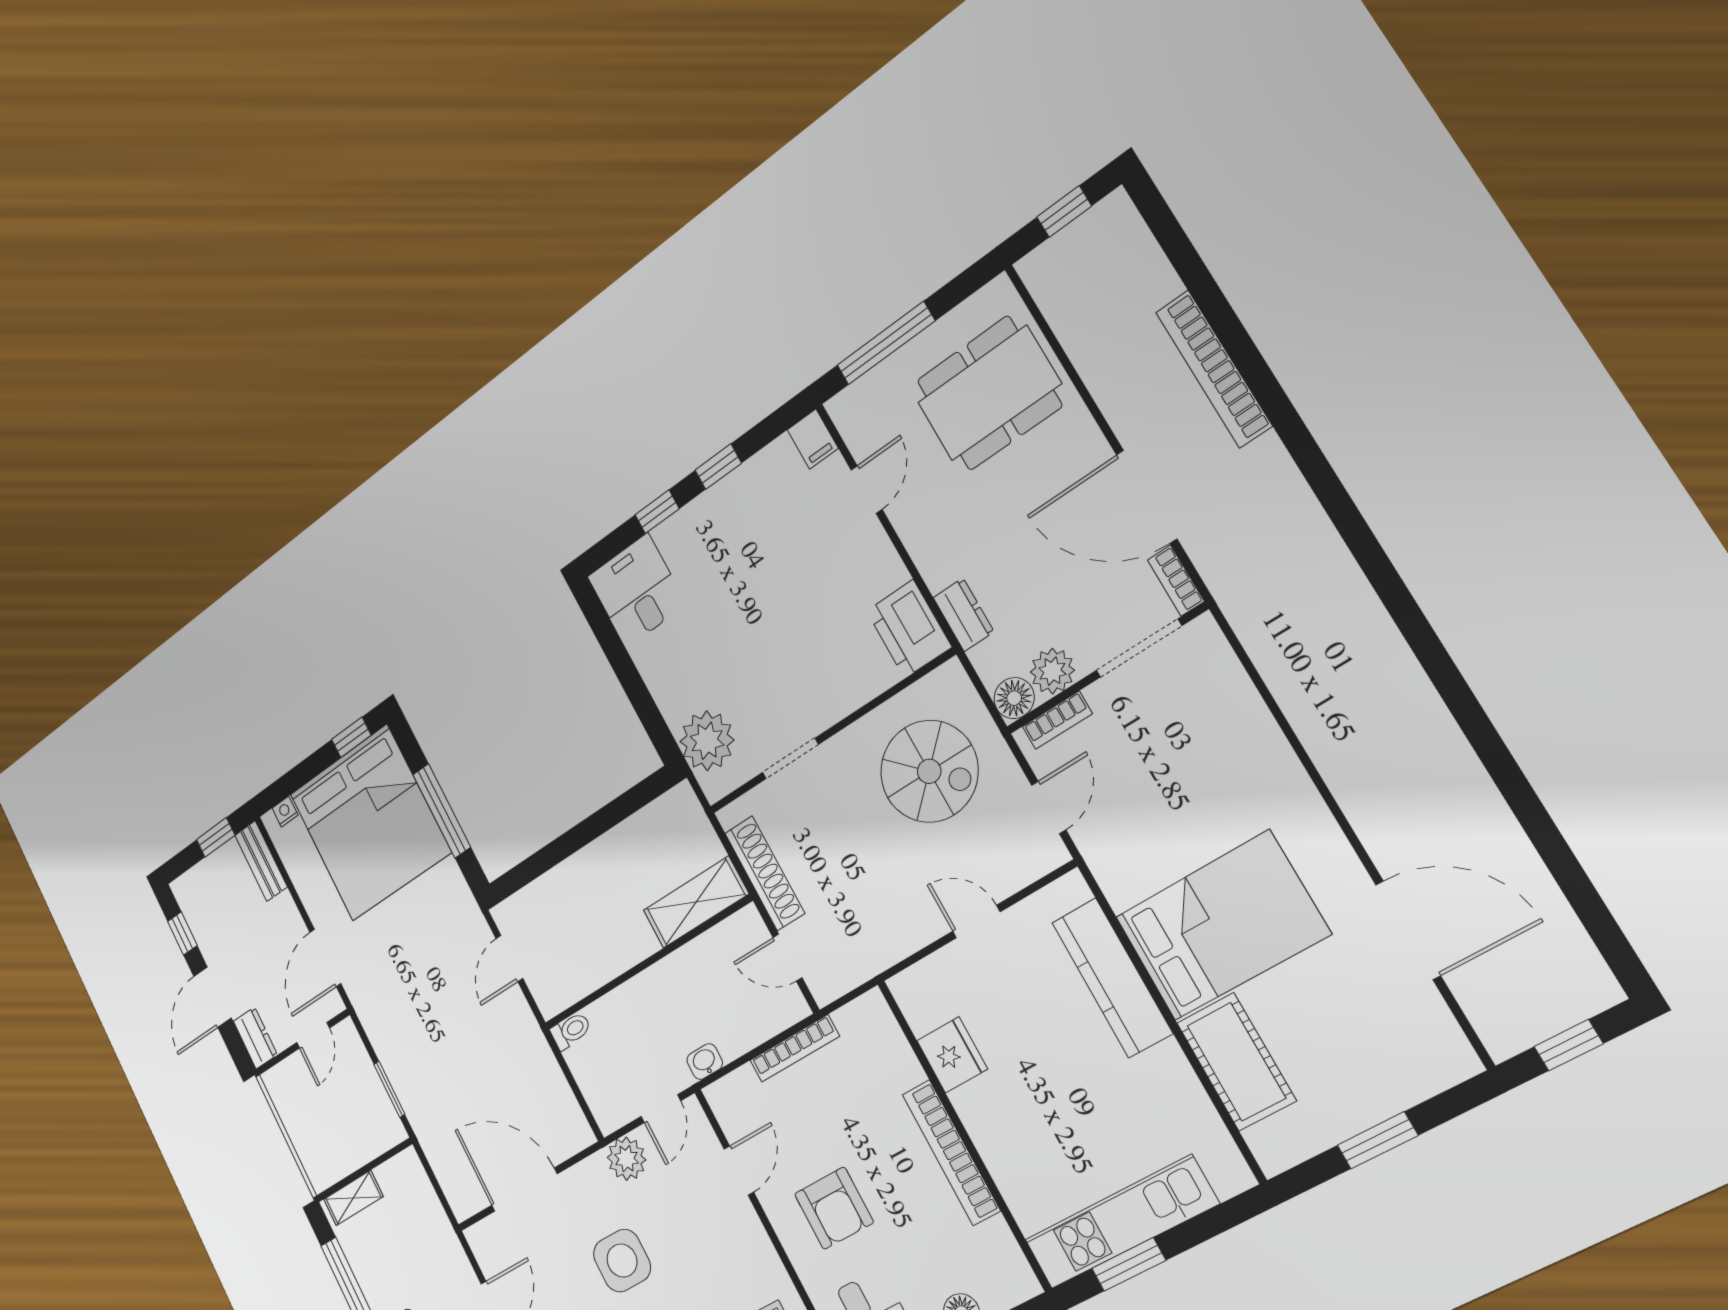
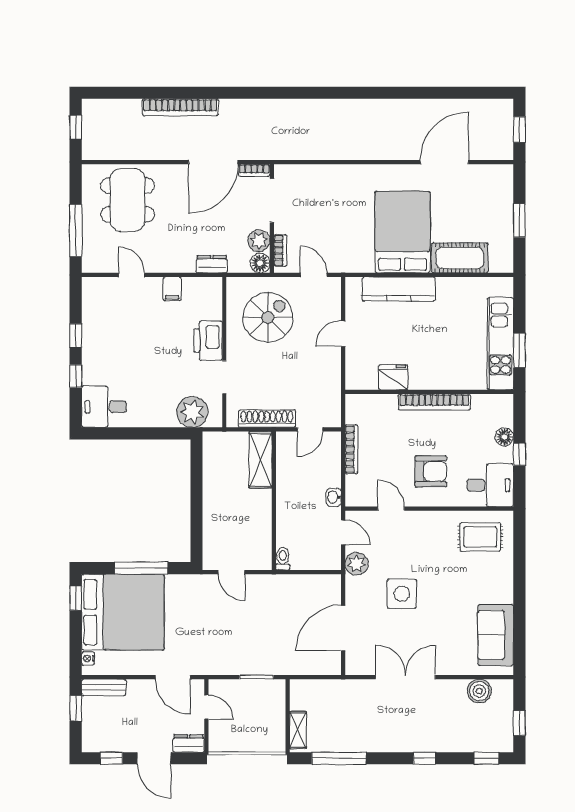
filing cabinet: (813, 439) -> (172, 289), moved, turned 90
printer: (909, 629) -> (208, 341), moved, turned 90

